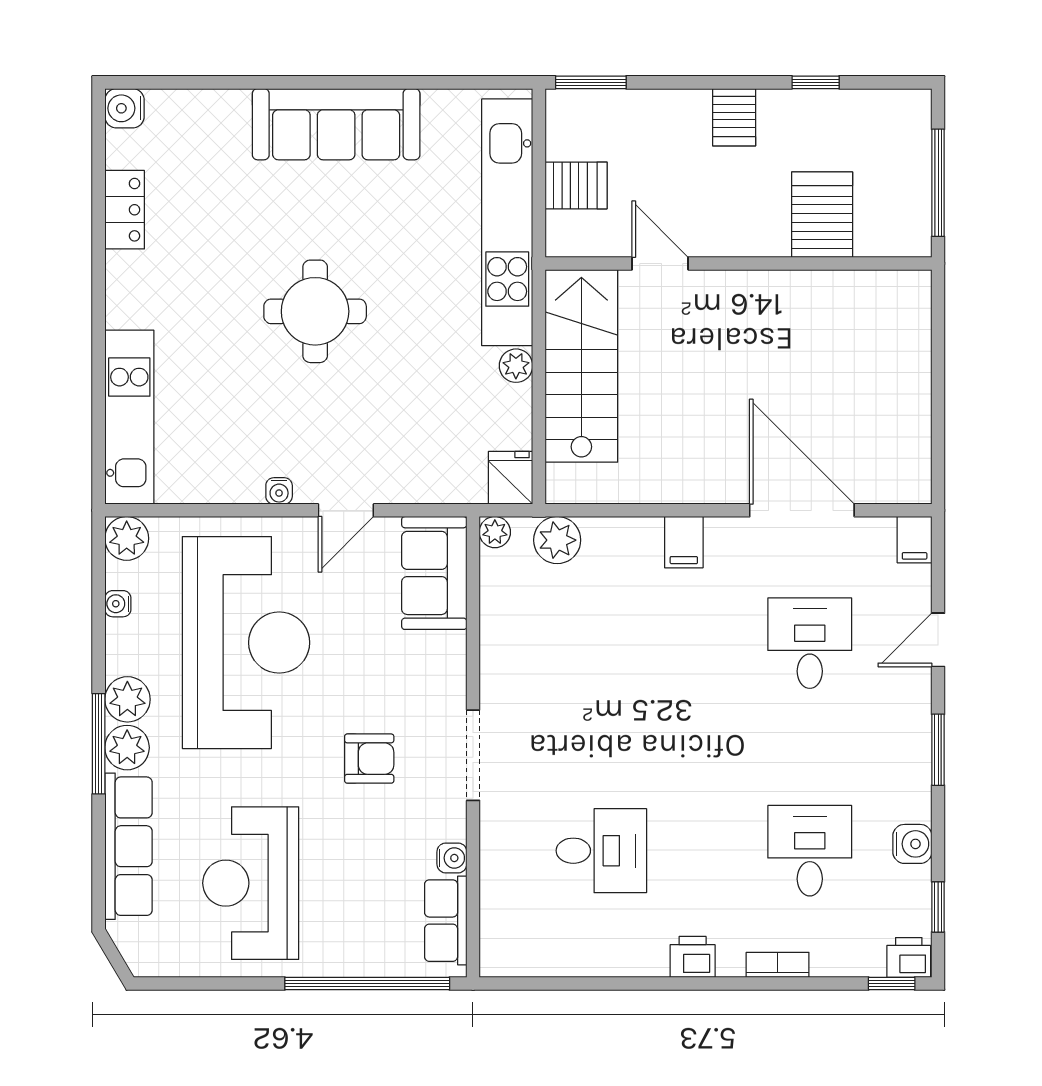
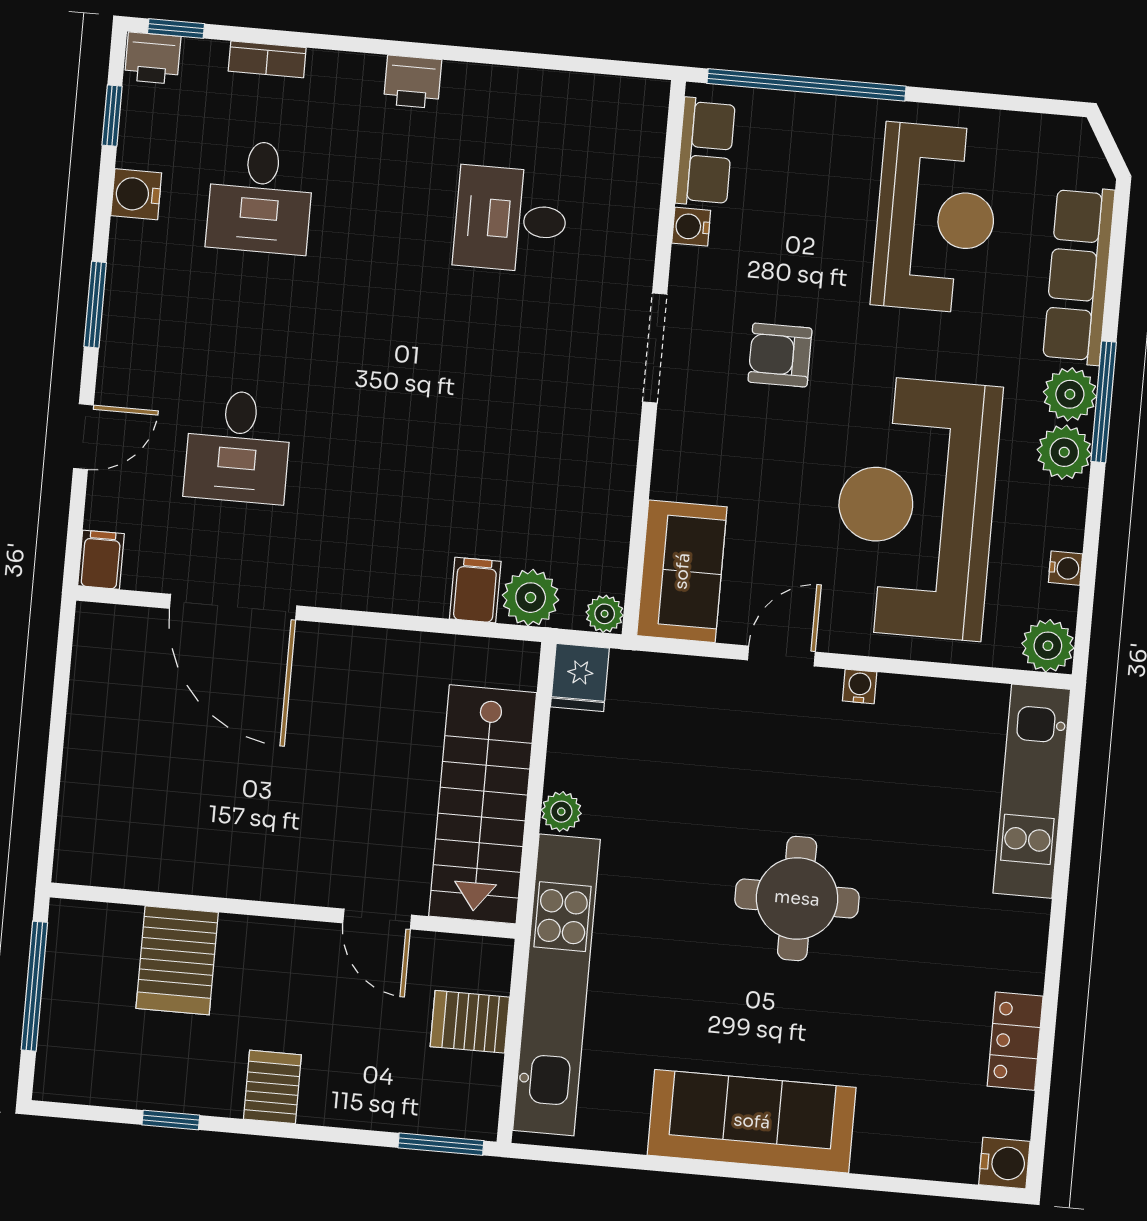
filing cabinet: (684, 542) -> (475, 590), moved
bookcase: (778, 965) -> (267, 59), moved

